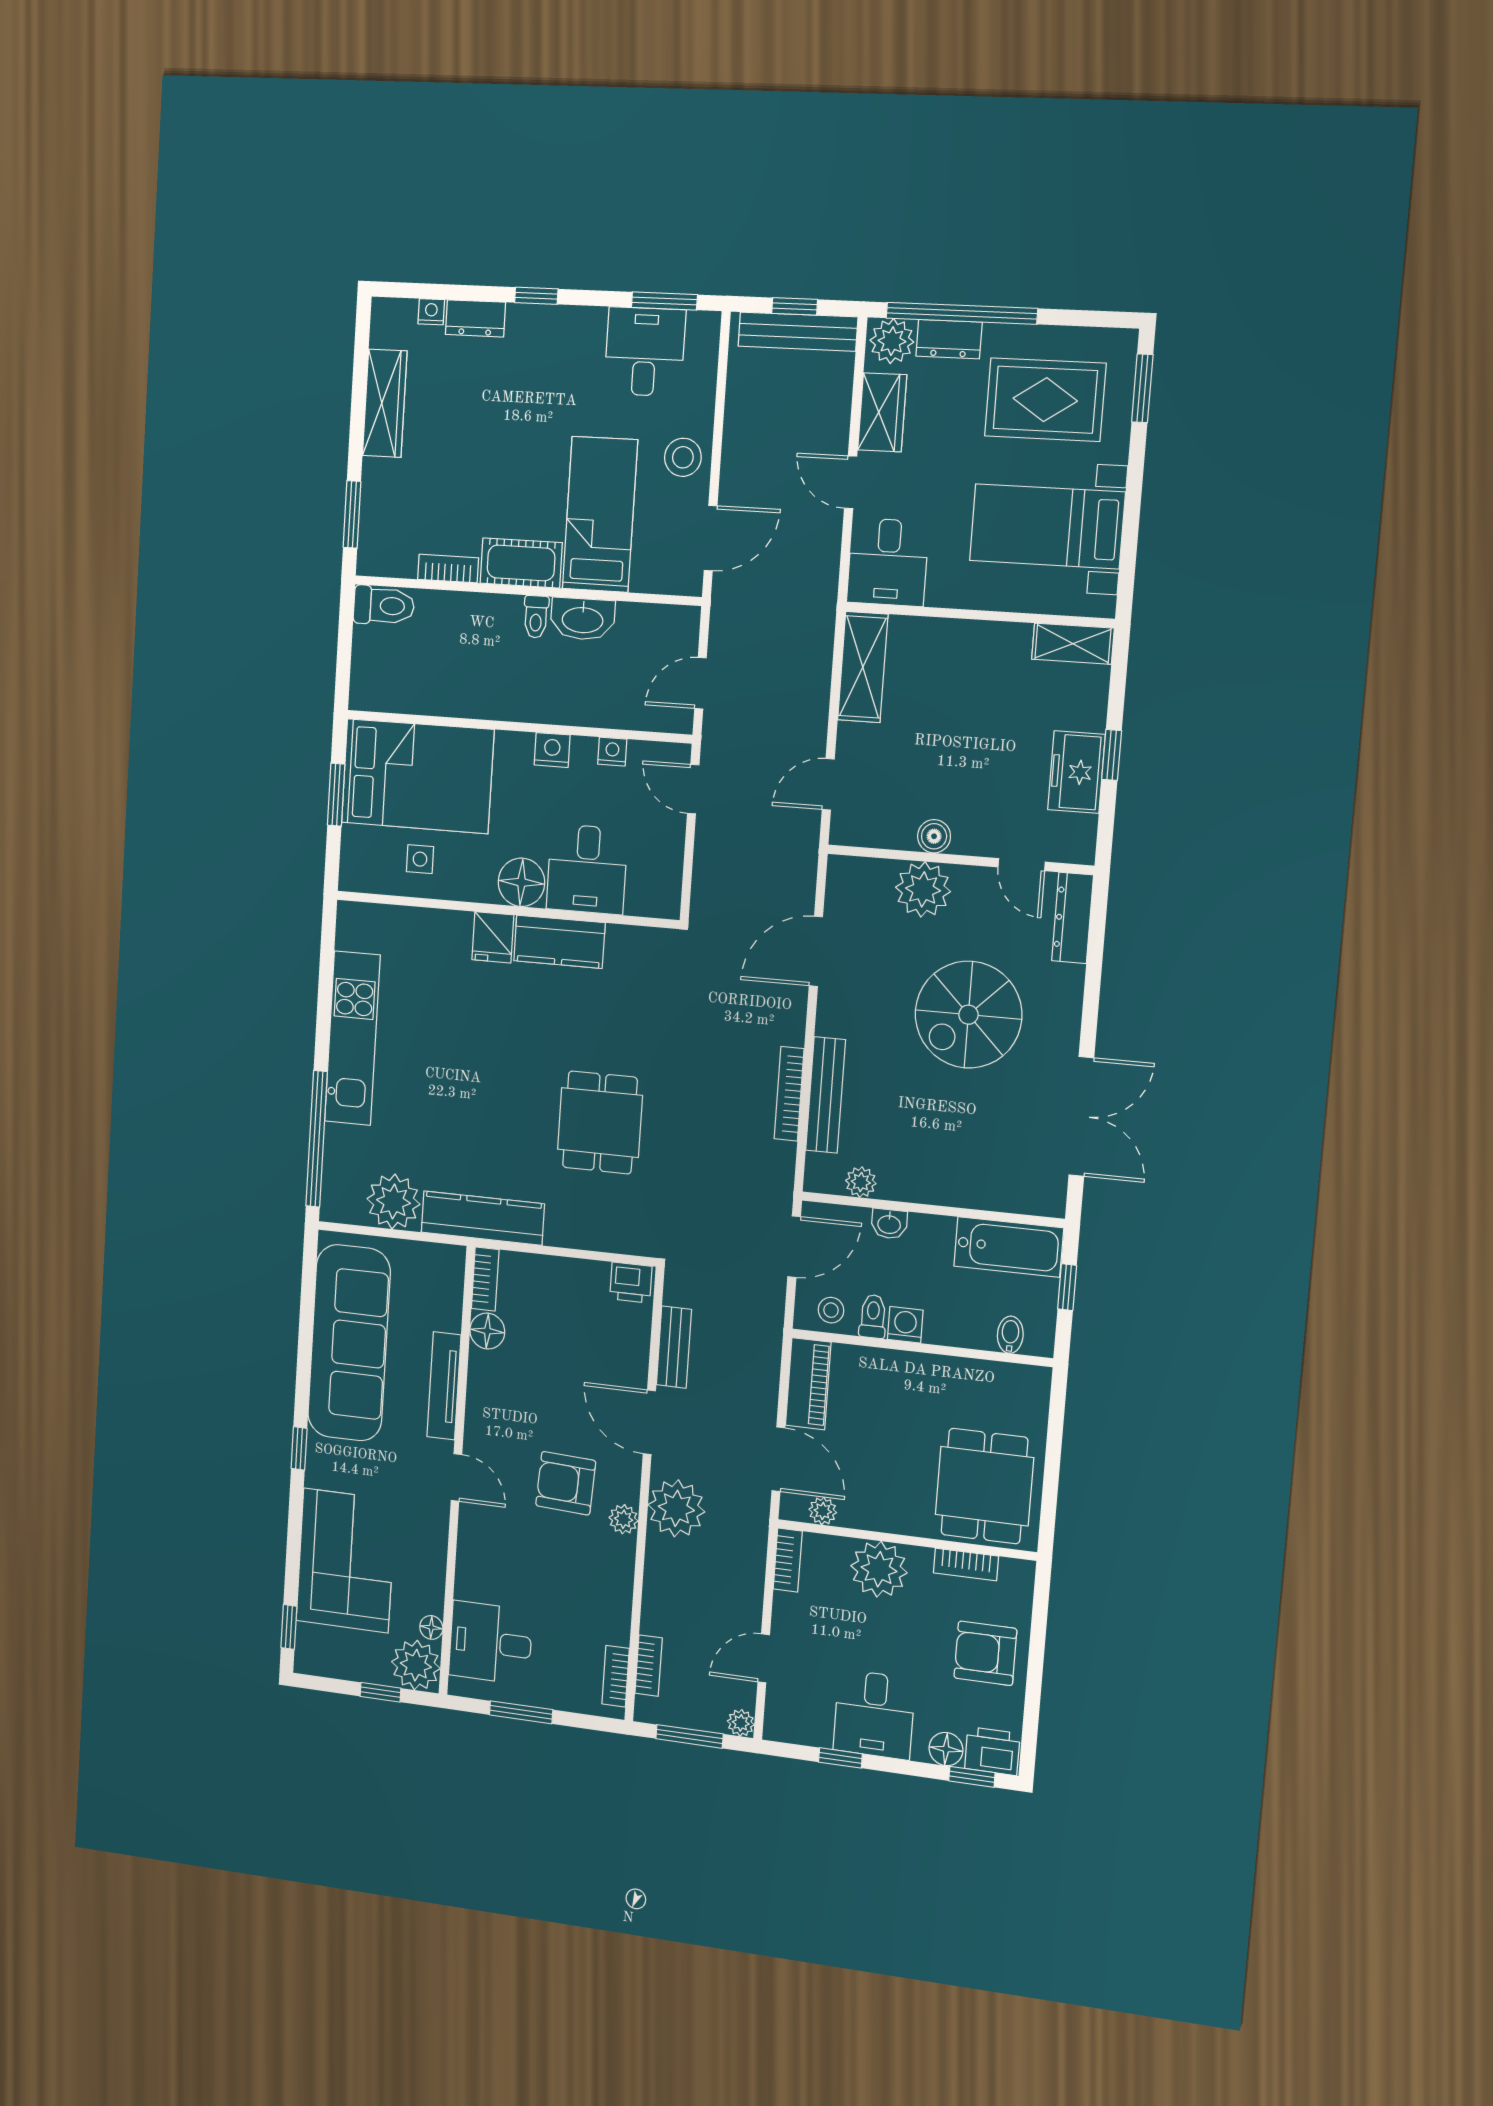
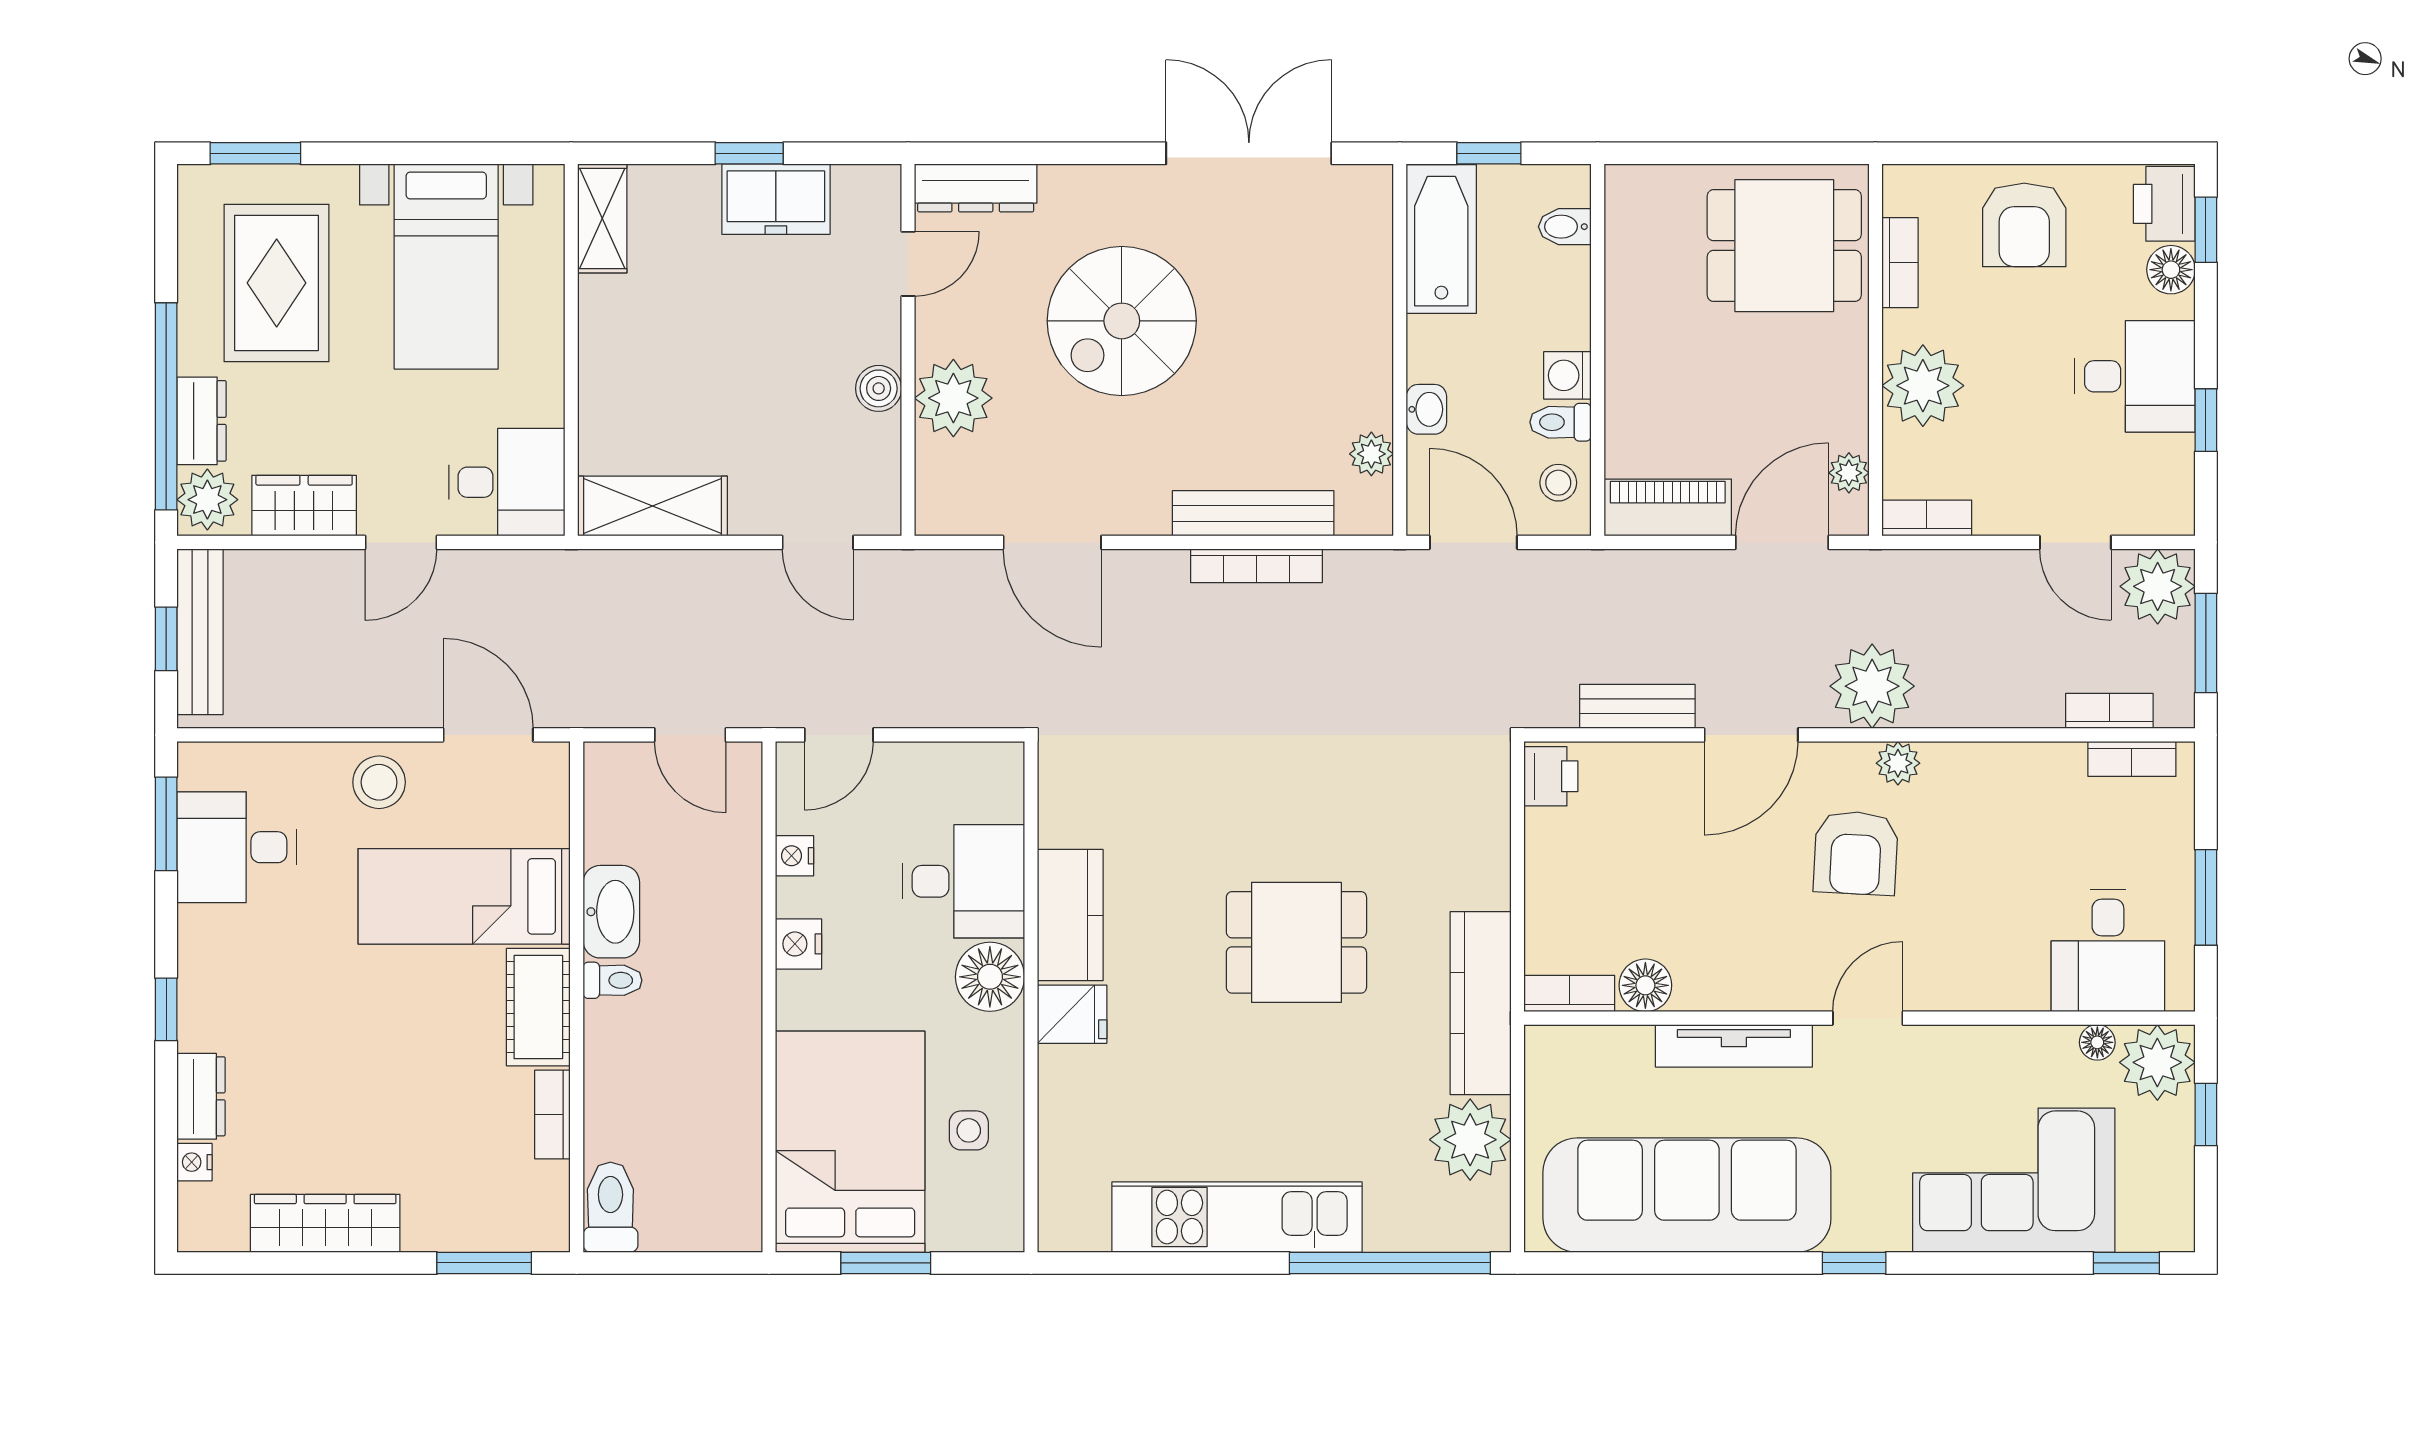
spiral stairs: (968, 1015) -> (1122, 321), turned 90
dining table: (600, 1122) -> (1296, 942), moved
plant: (741, 1723) -> (2158, 586), width x1.87, depth x1.87

